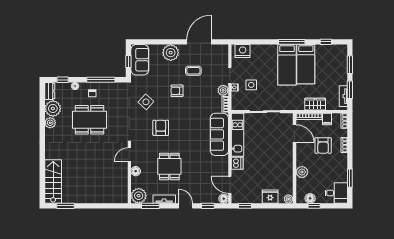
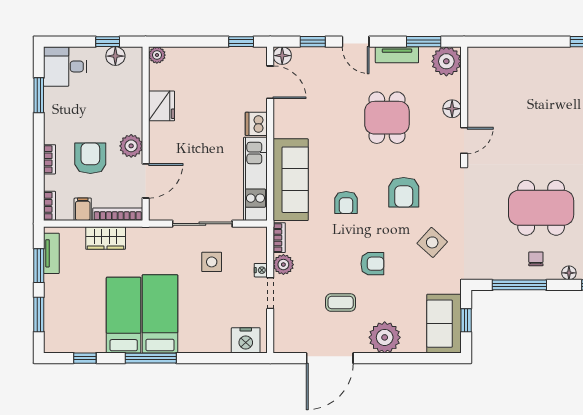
side table: (251, 85) -> (212, 262), moved
armchair: (191, 123) -> (346, 203), added
door: (294, 134) -> (146, 181), swing flipped
plant: (302, 172) -> (131, 146), moved
fridge: (270, 197) -> (161, 106), moved, turned -90

